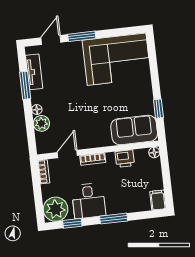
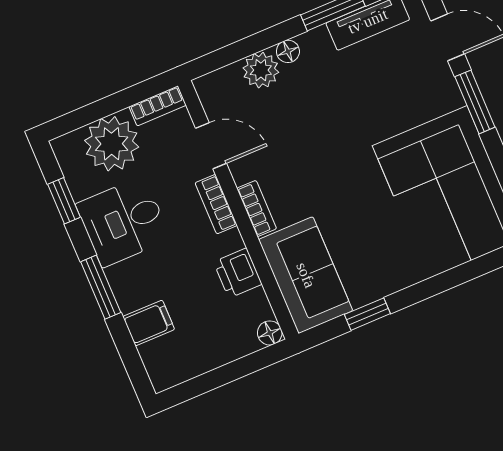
bookcase: (100, 142) -> (257, 209), added
filing cabinet: (158, 200) -> (149, 323), moved
plant: (56, 209) -> (112, 144), moved

